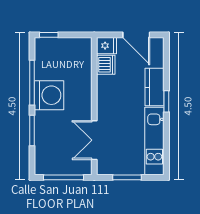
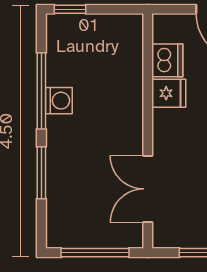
fridge: (107, 46) -> (169, 93), moved
washing machine: (49, 95) -> (59, 101), width x0.53, depth x0.53

